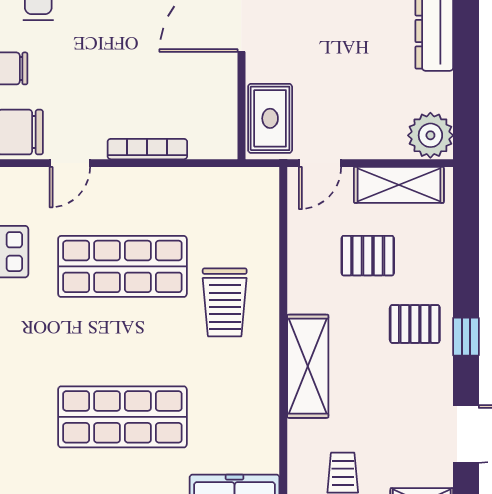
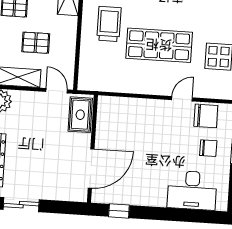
bookcase: (147, 149) -> (143, 103), removed
door: (320, 163) -> (57, 91), hinge flipped

